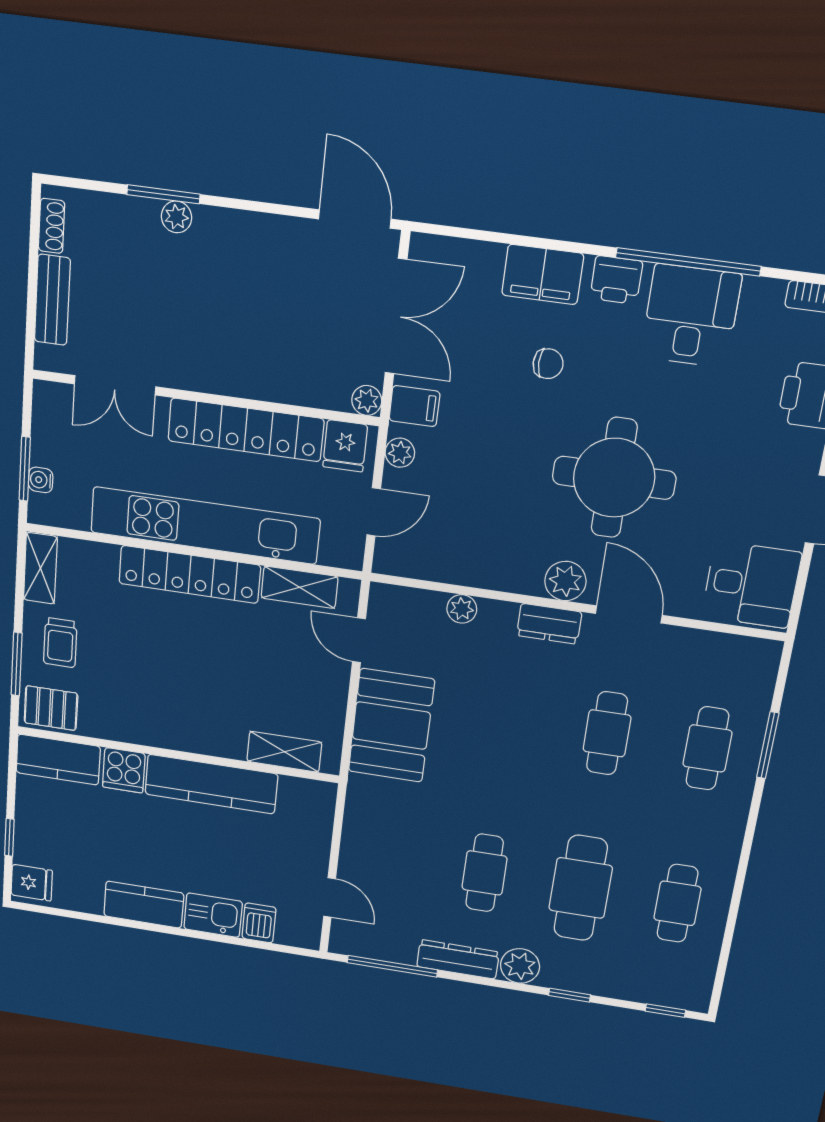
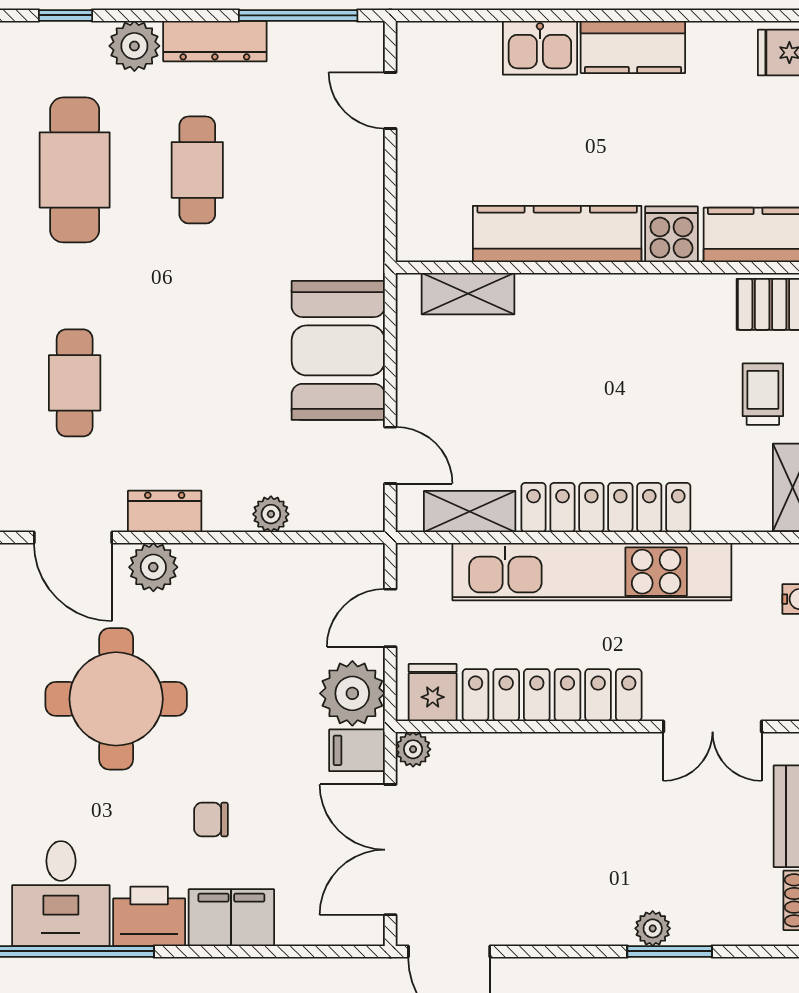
printer: (616, 280) -> (149, 916), width x1.36, depth x1.24
double door: (115, 385) -> (713, 726), swing flipped
plant: (400, 453) -> (352, 693), width x1.88, depth x1.88
dishwasher: (259, 923) -> (479, 47), removed

